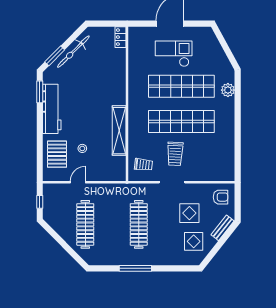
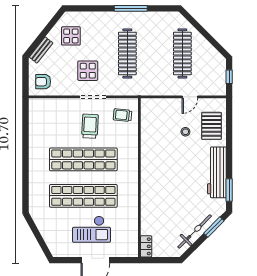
plant: (228, 90) -> (36, 192), removed
shelving: (119, 131) -> (148, 150), removed
display table: (189, 213) -> (88, 71), moved

